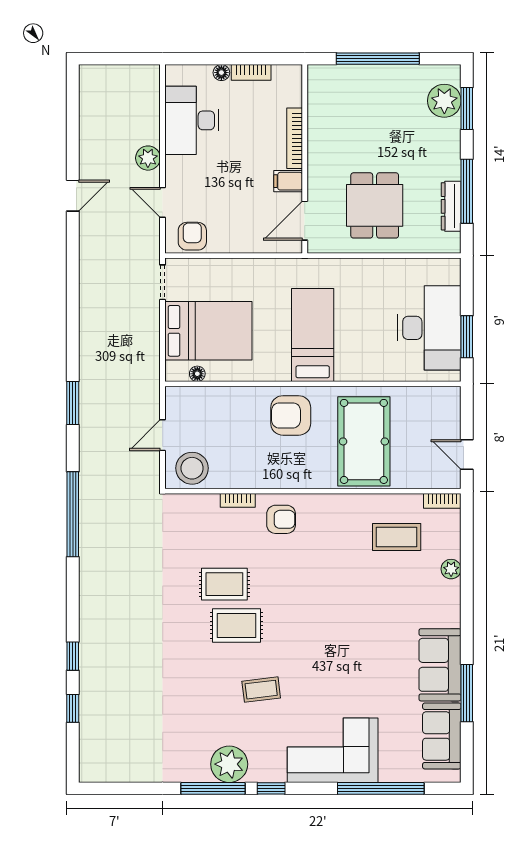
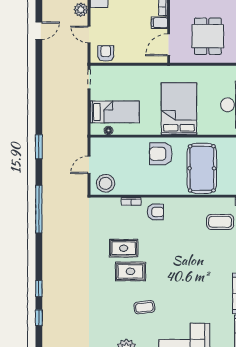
bed: (208, 331) -> (115, 112), width x0.67
bed: (313, 335) -> (179, 109), width x1.50

